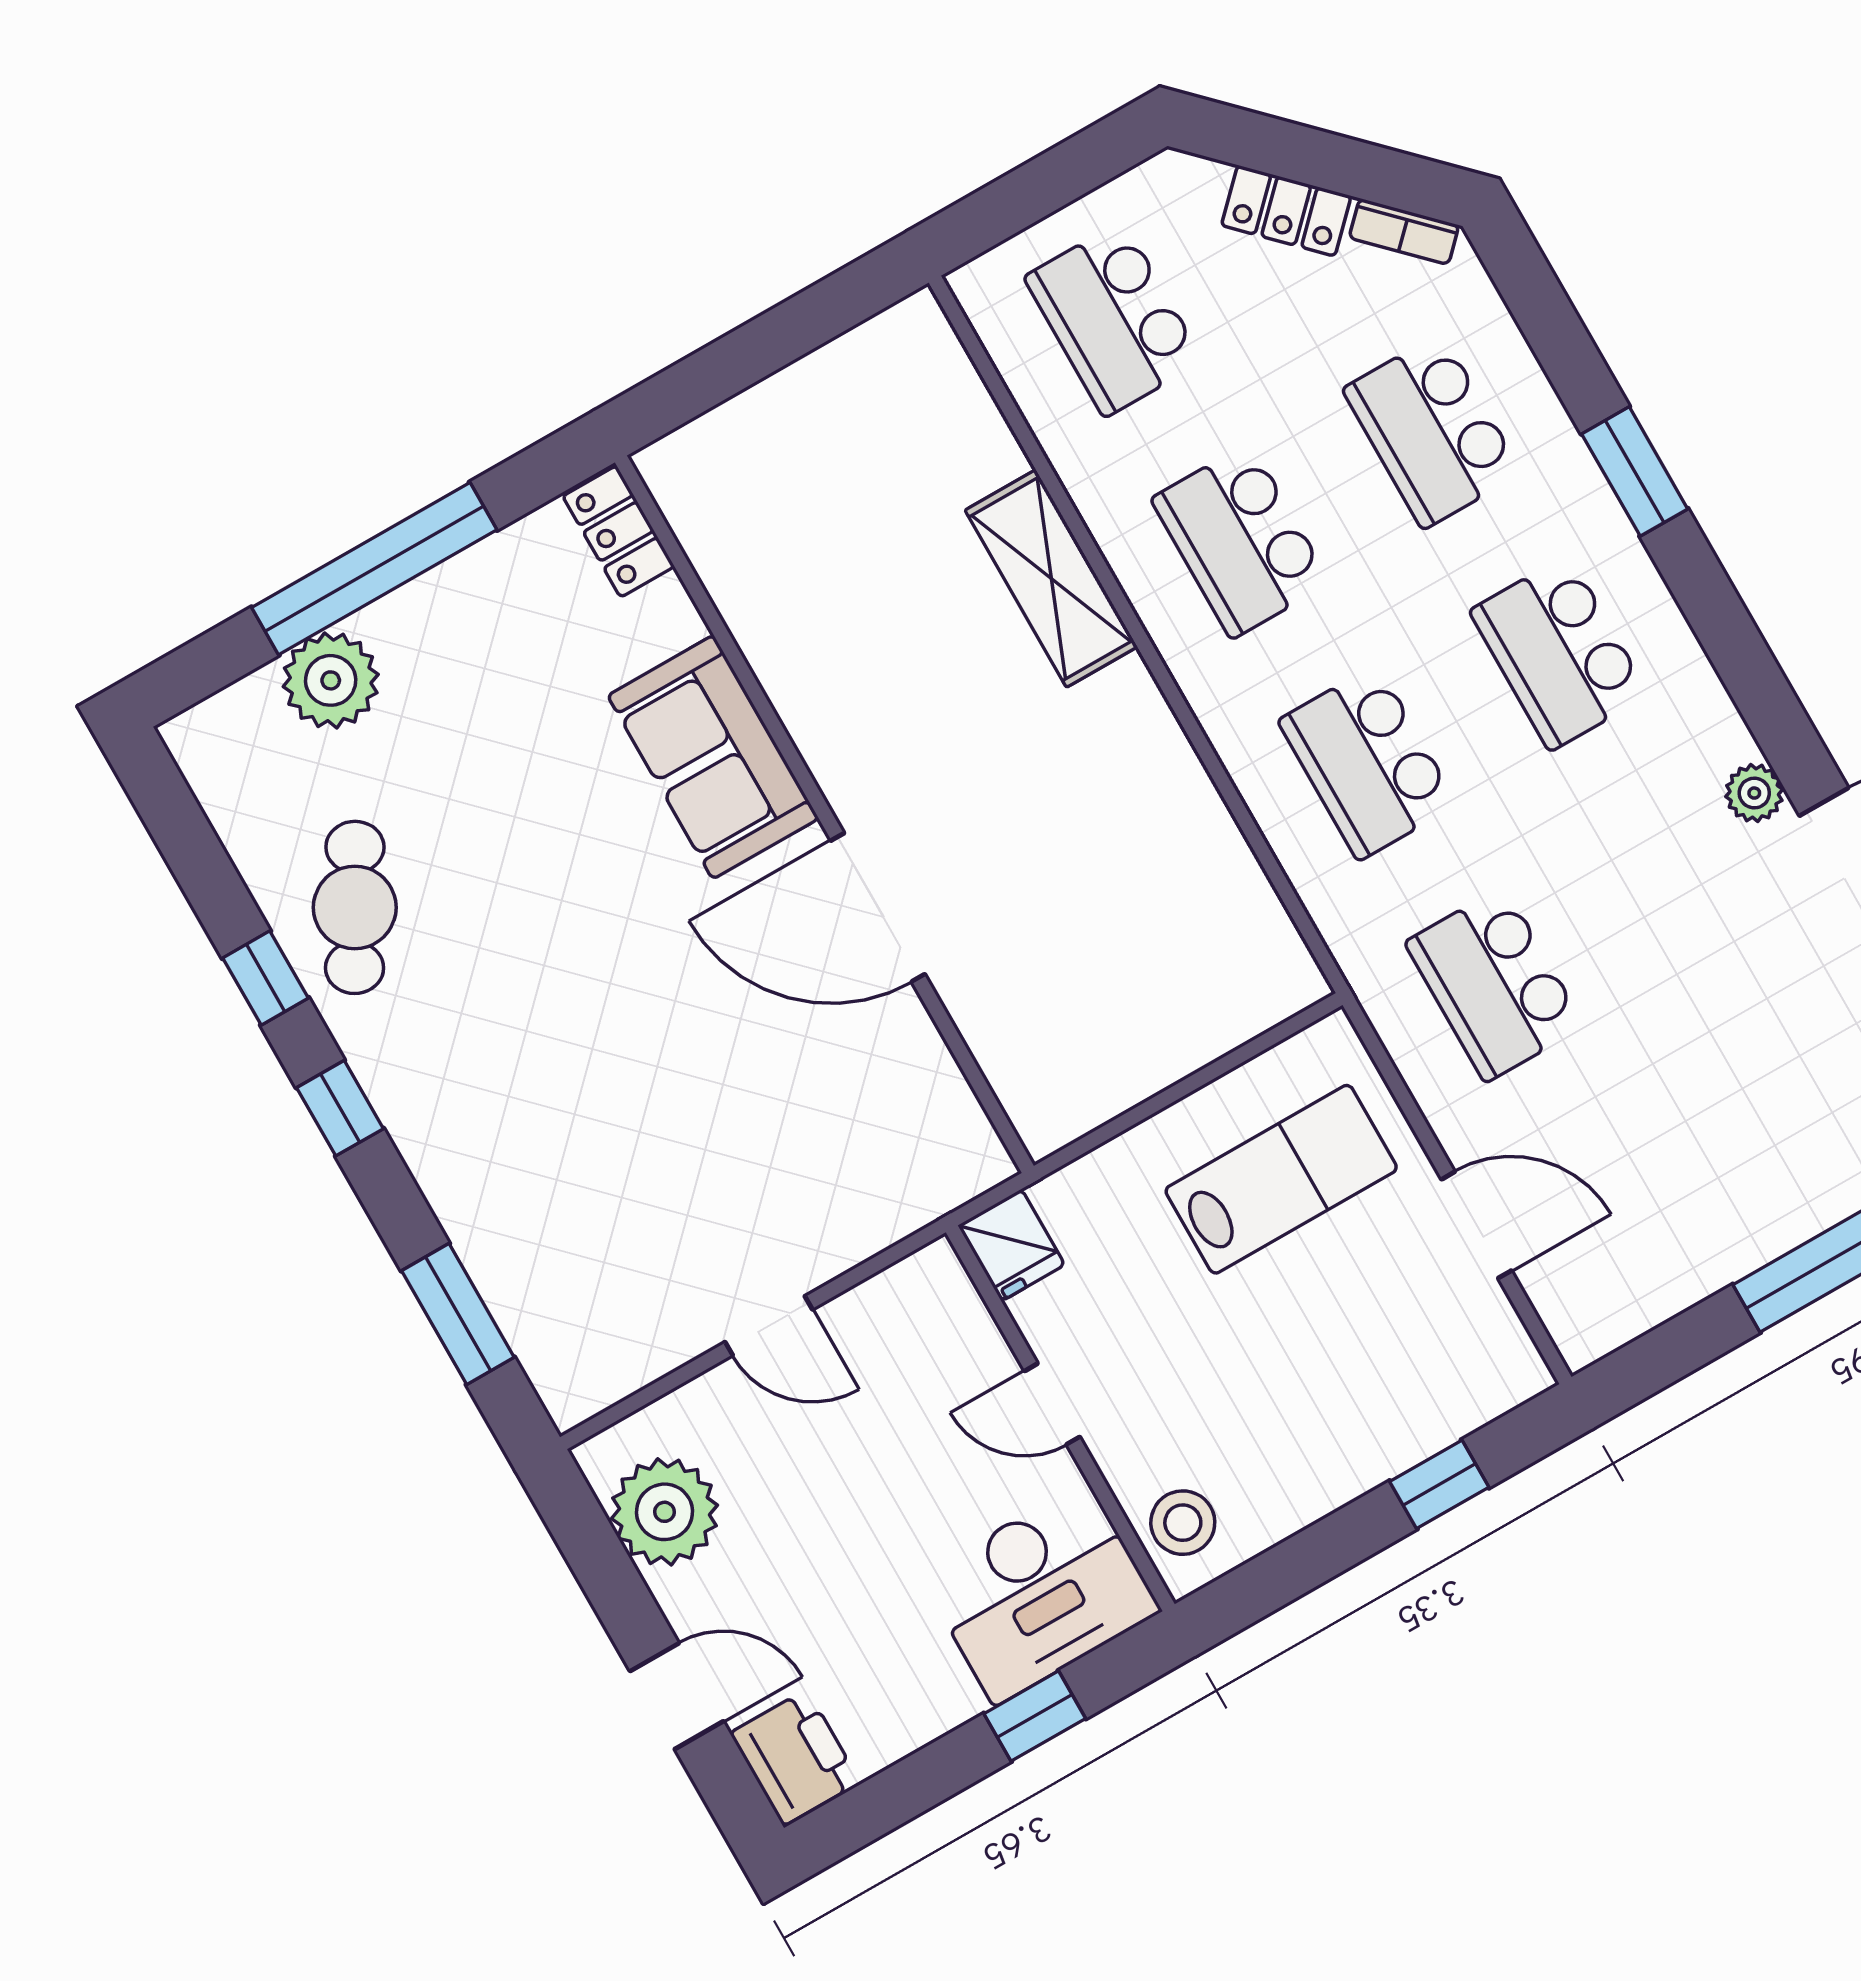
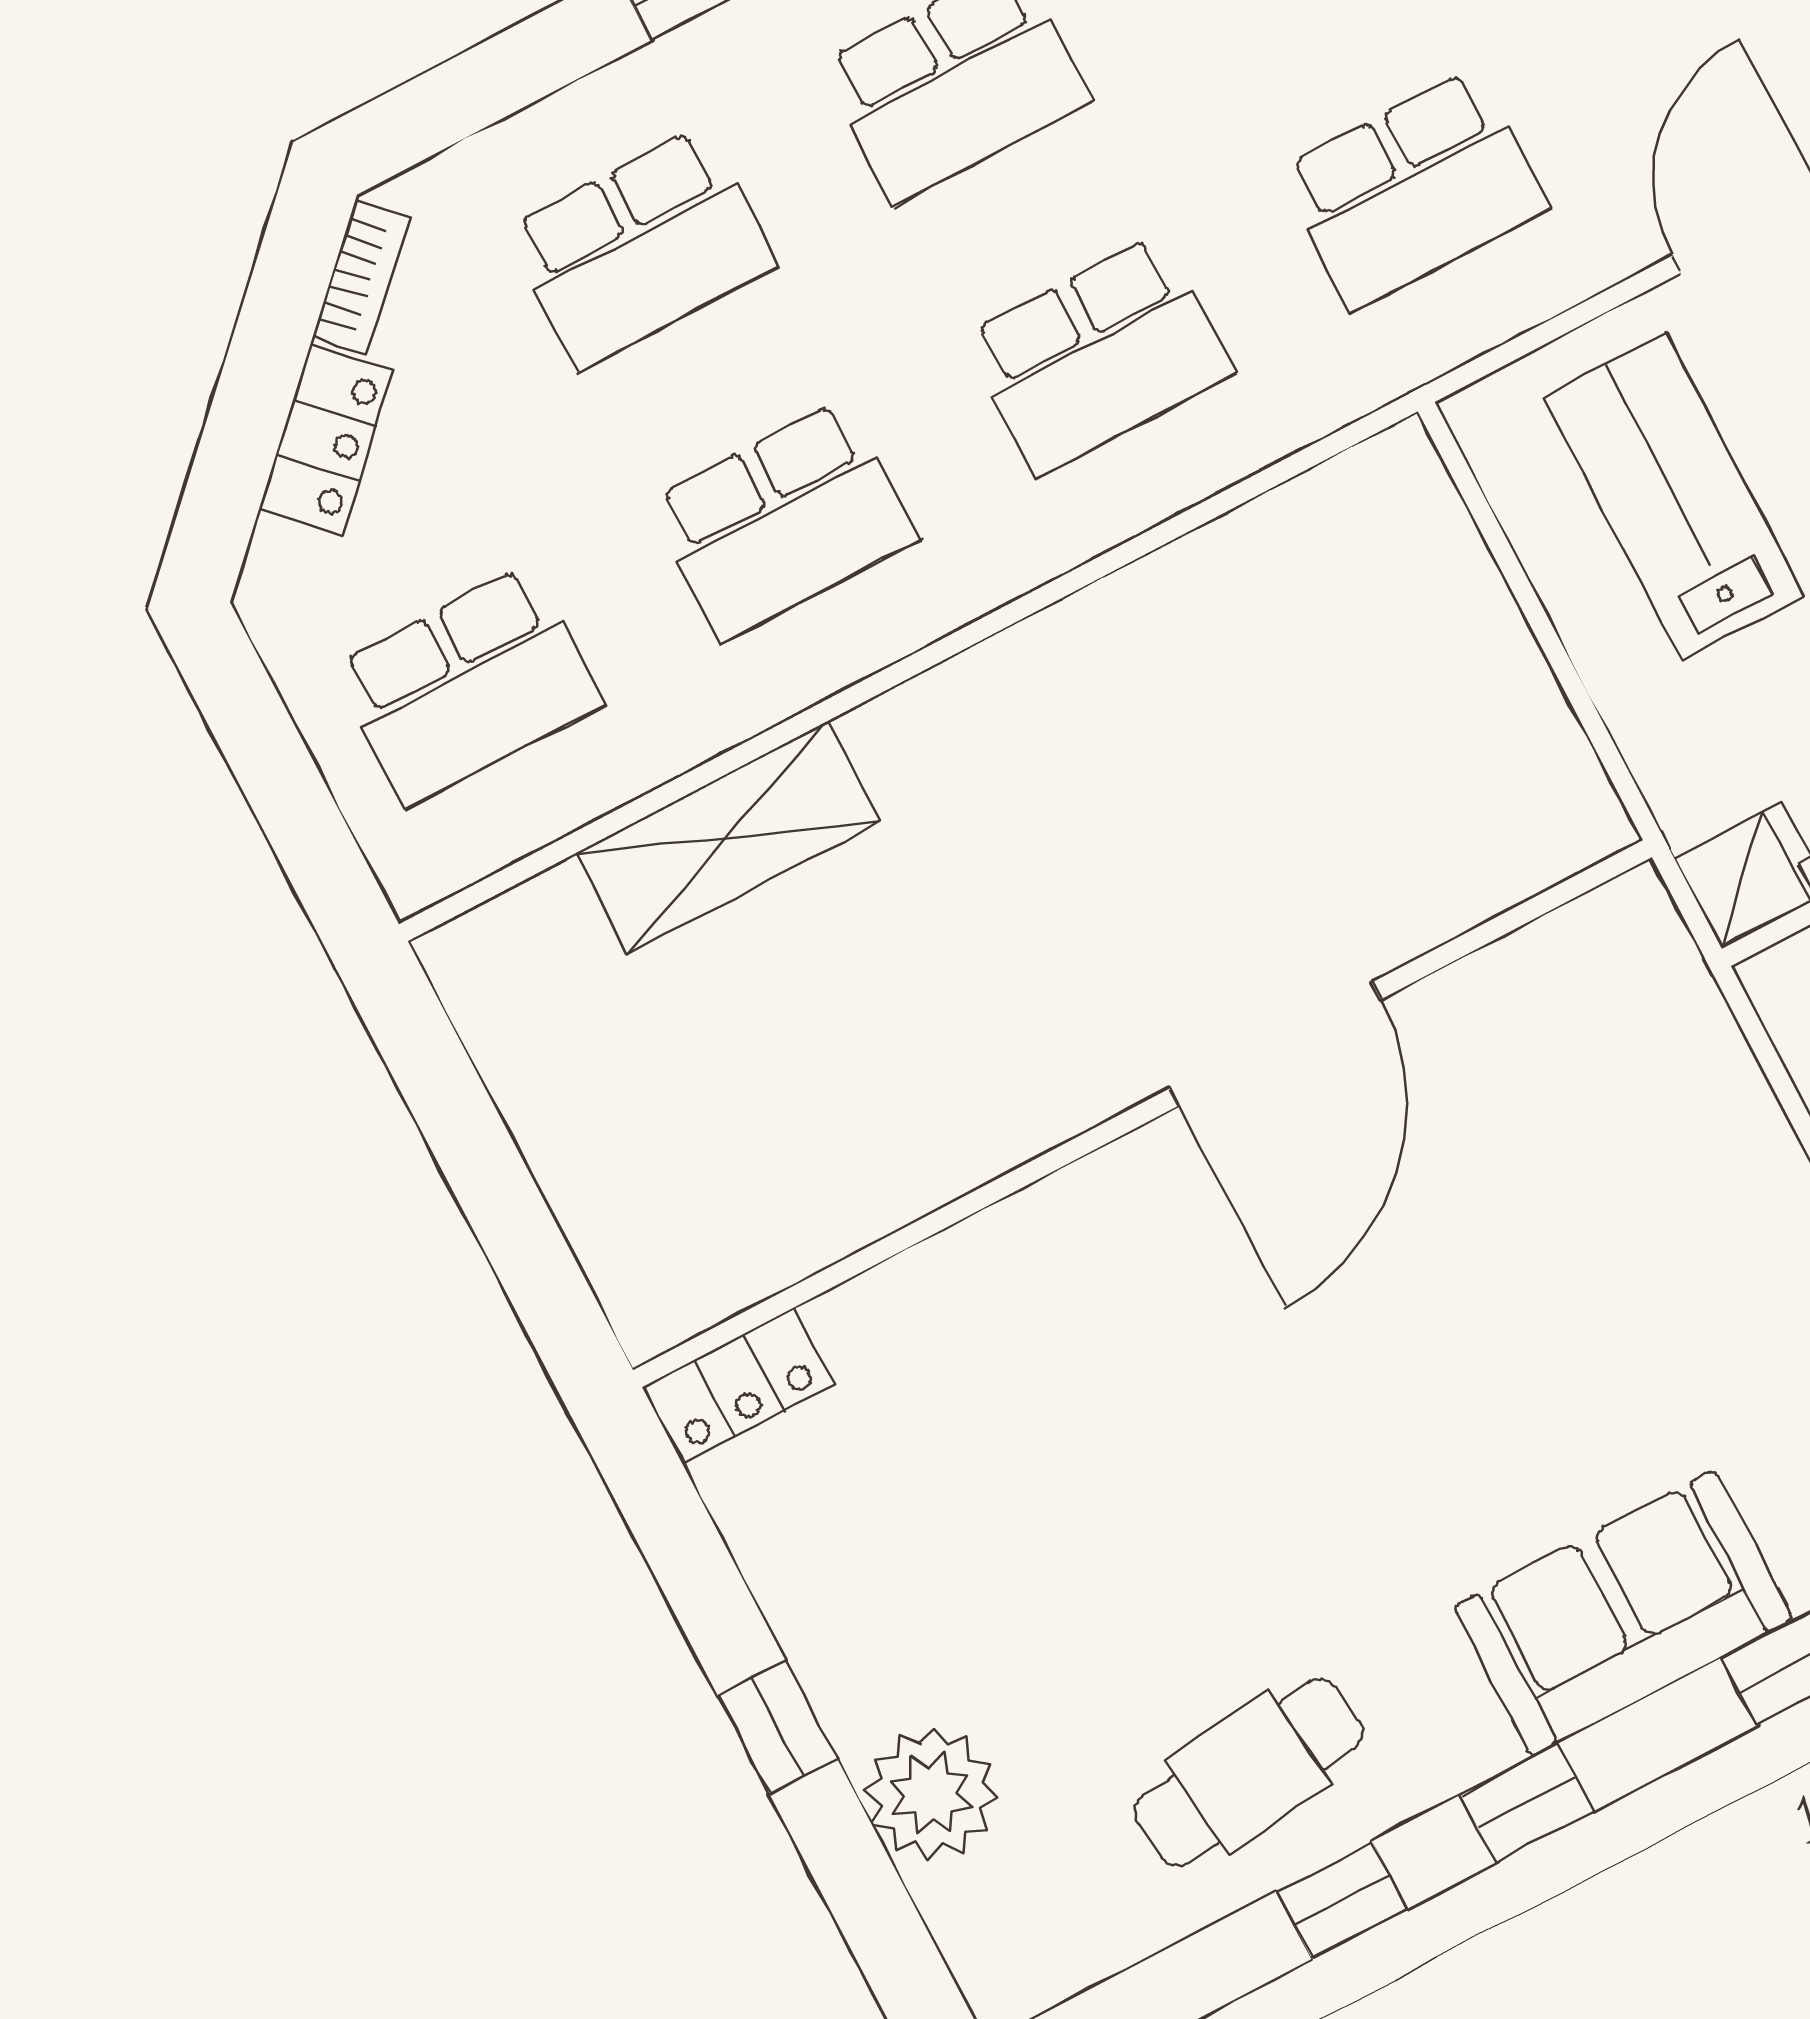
window: (374, 569) -> (778, 1728), width x0.32
shelving: (1051, 579) -> (727, 838), moved
sofa: (713, 757) -> (1623, 1613), moved, turned 180
cafe table: (355, 907) -> (1248, 1772), turned -37

